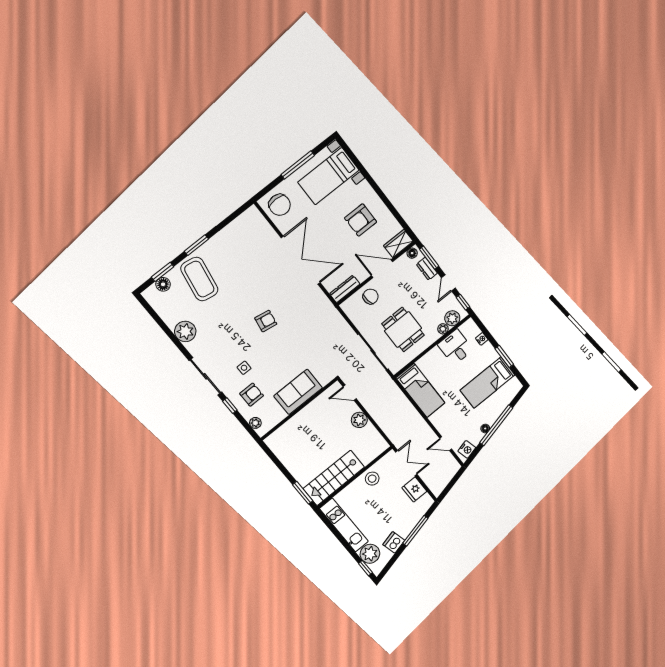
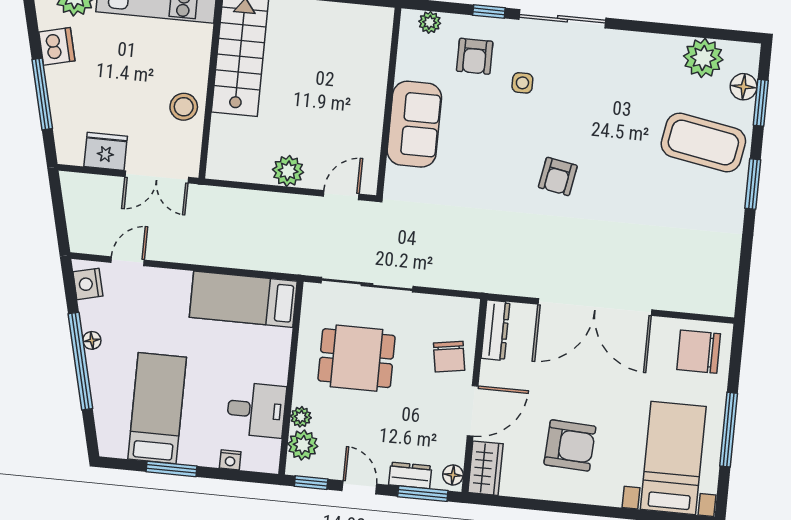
armchair: (361, 220) -> (570, 445), turned 93
plant: (185, 331) -> (703, 58), moved

